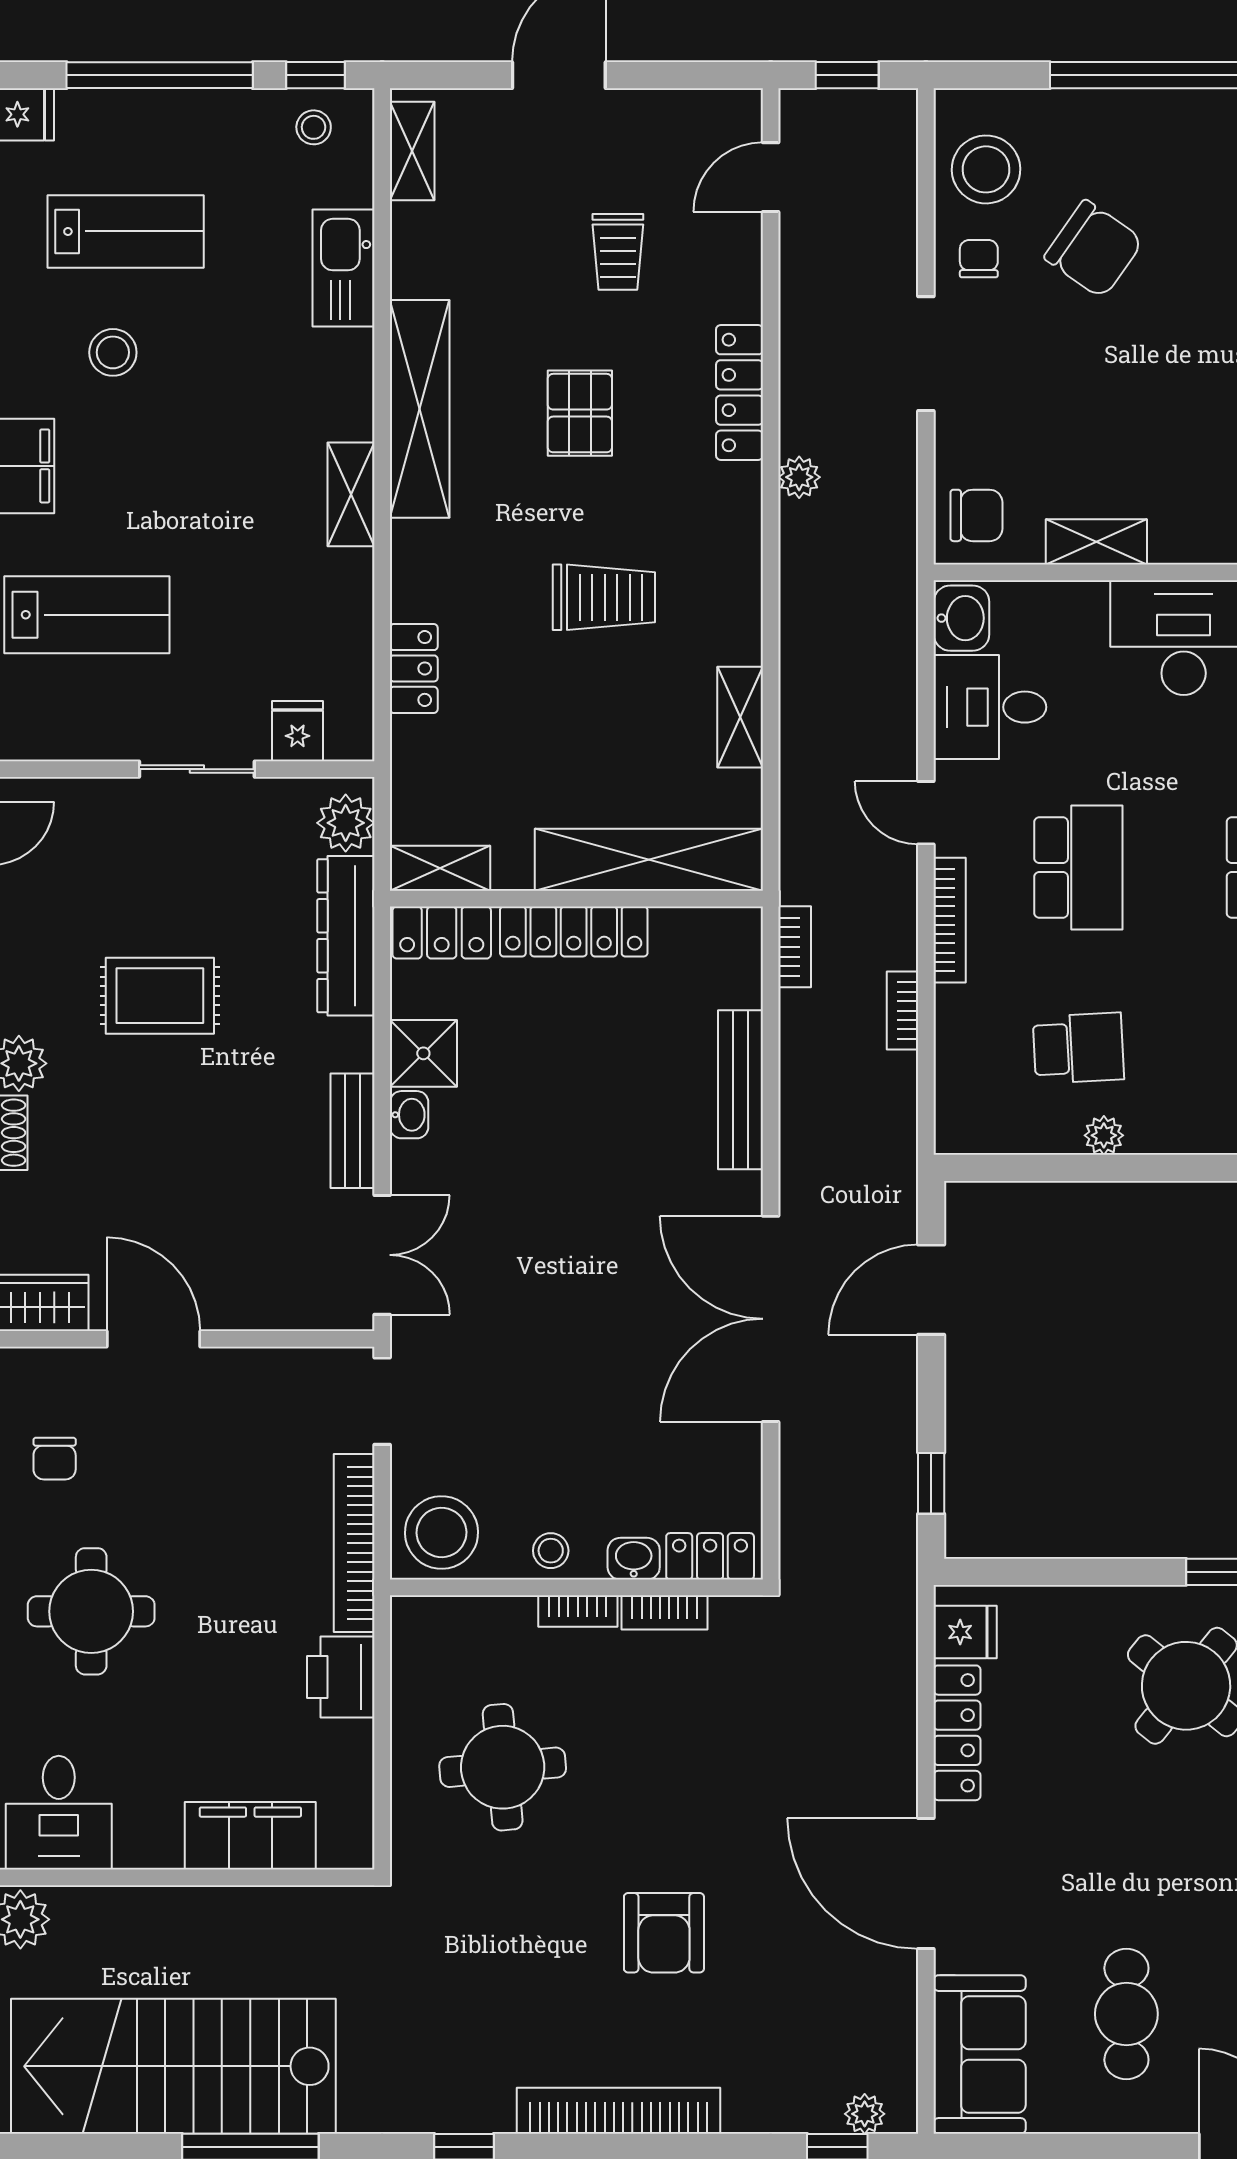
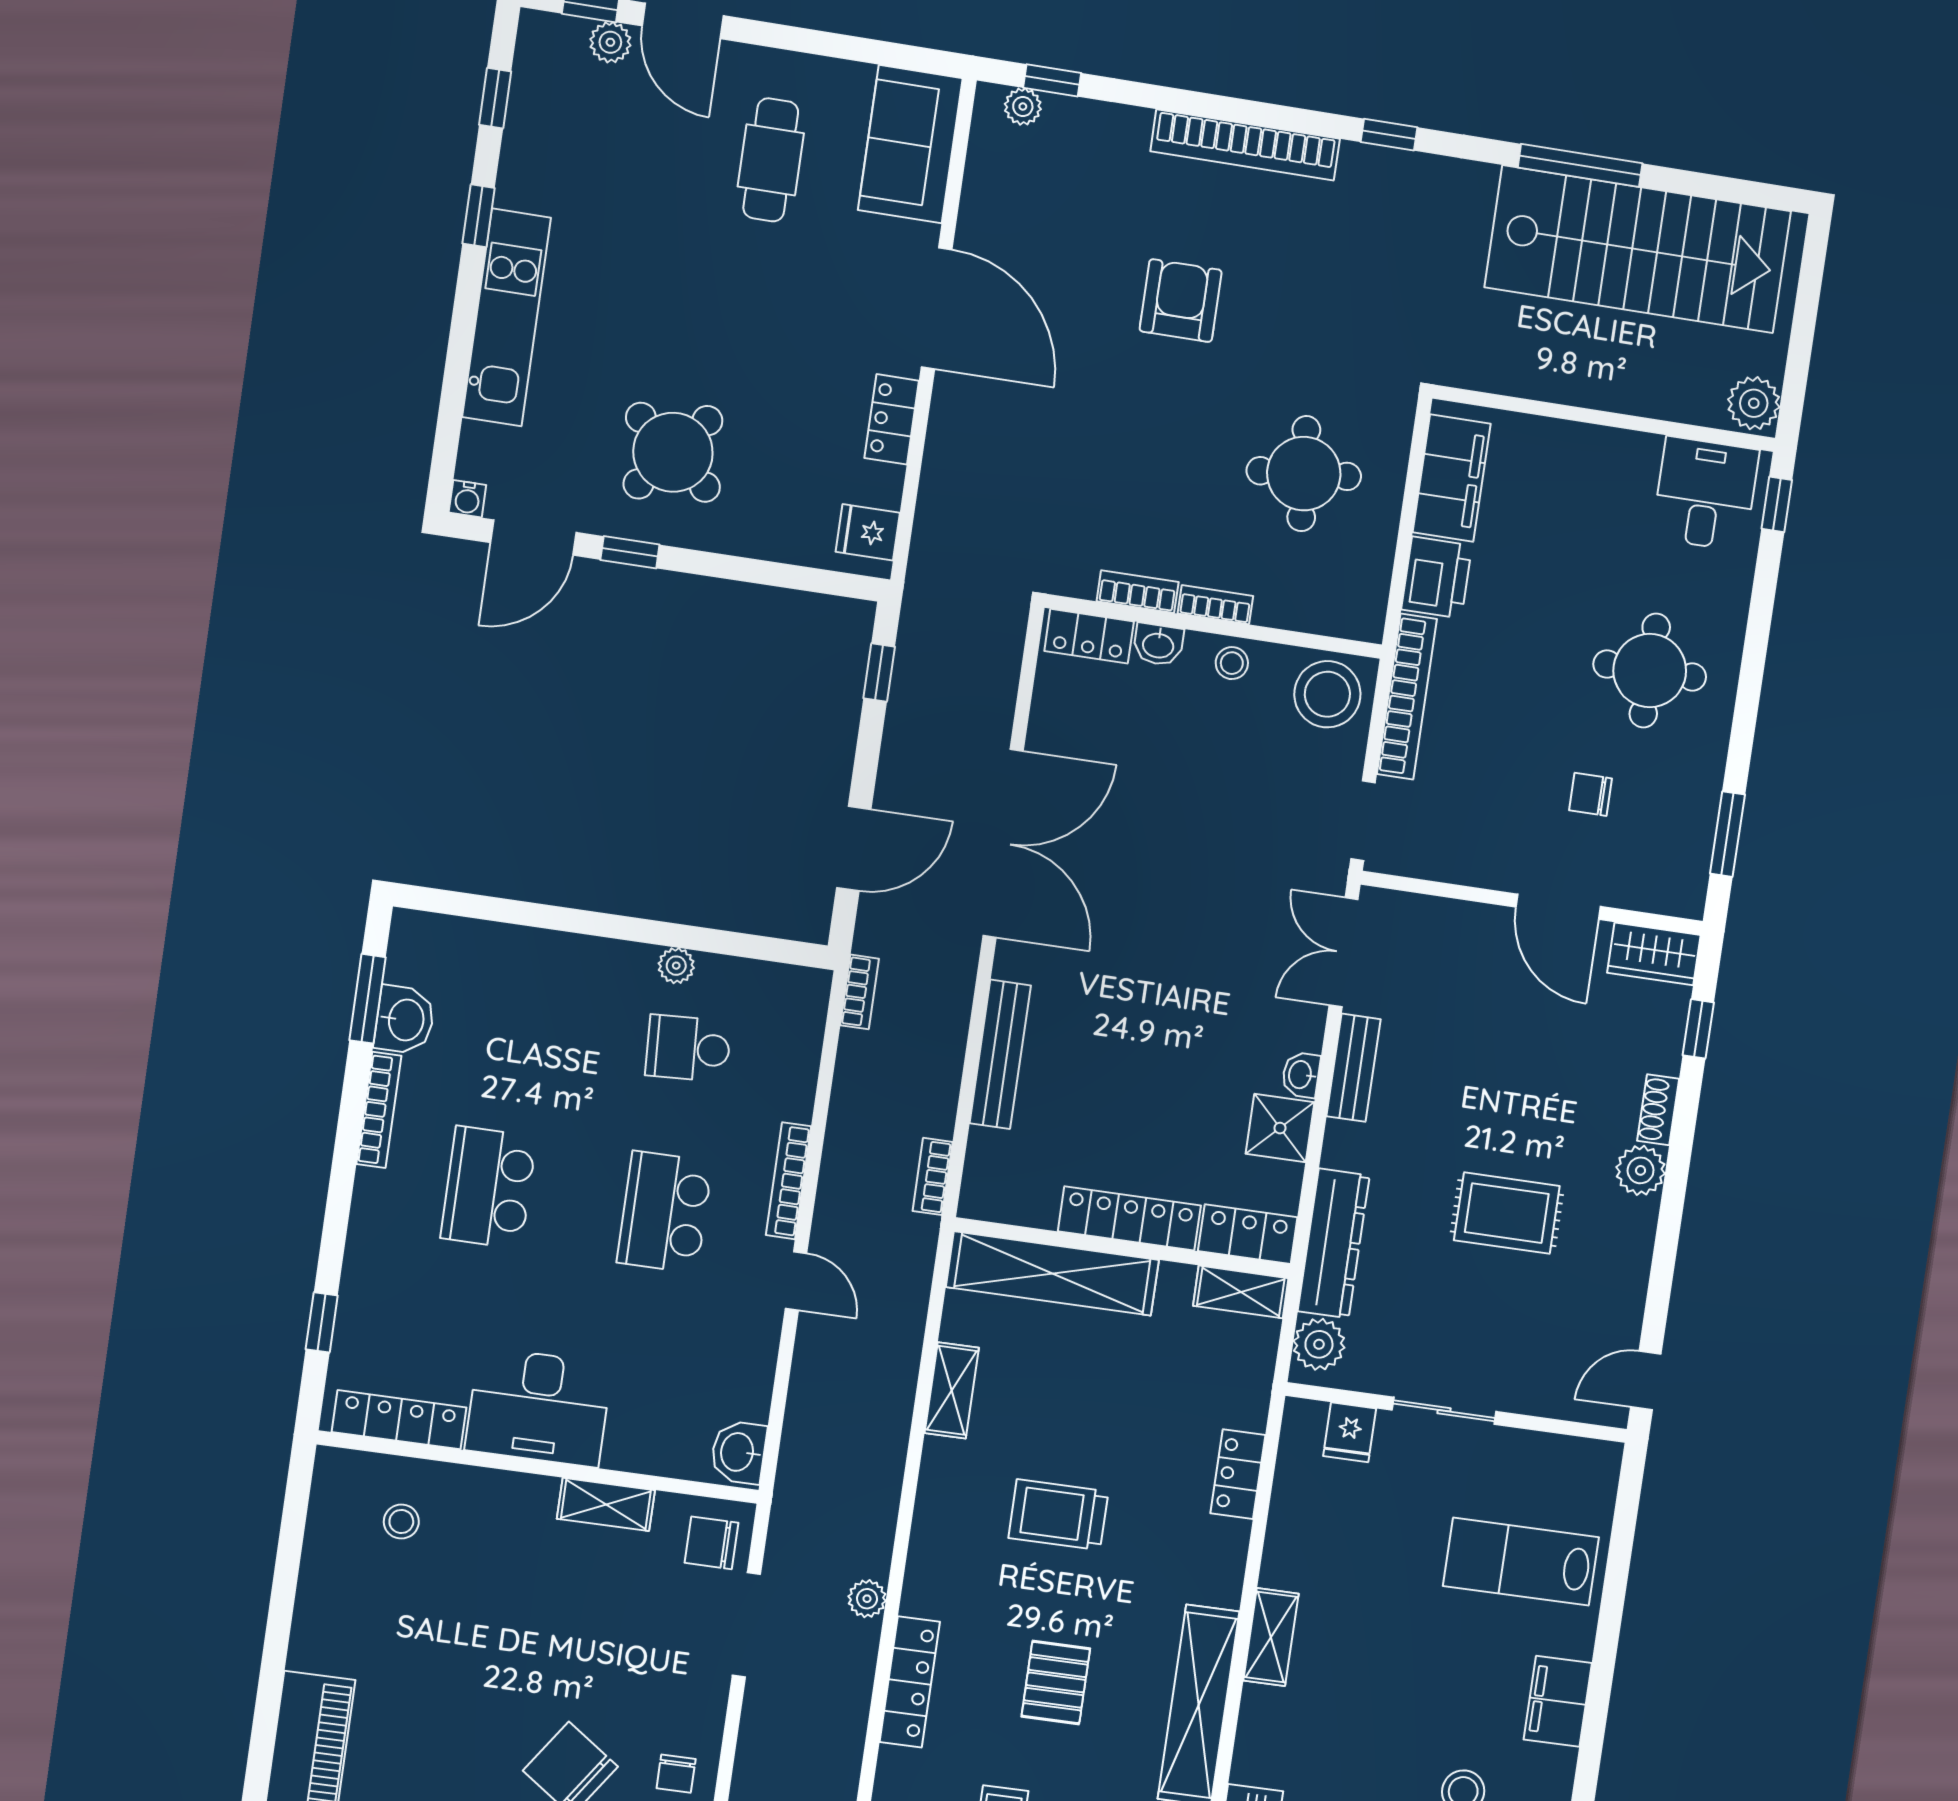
doorway: (926, 354) -> (746, 1625), moved
desk: (990, 707) -> (724, 1368), removed
bookcase: (903, 1011) -> (860, 992), moved
chair: (55, 1459) -> (1591, 794), moved, turned -90
locker: (957, 1733) -> (892, 419), width x0.66
filing cabinet: (250, 1836) -> (1452, 478), moved, turned -90

